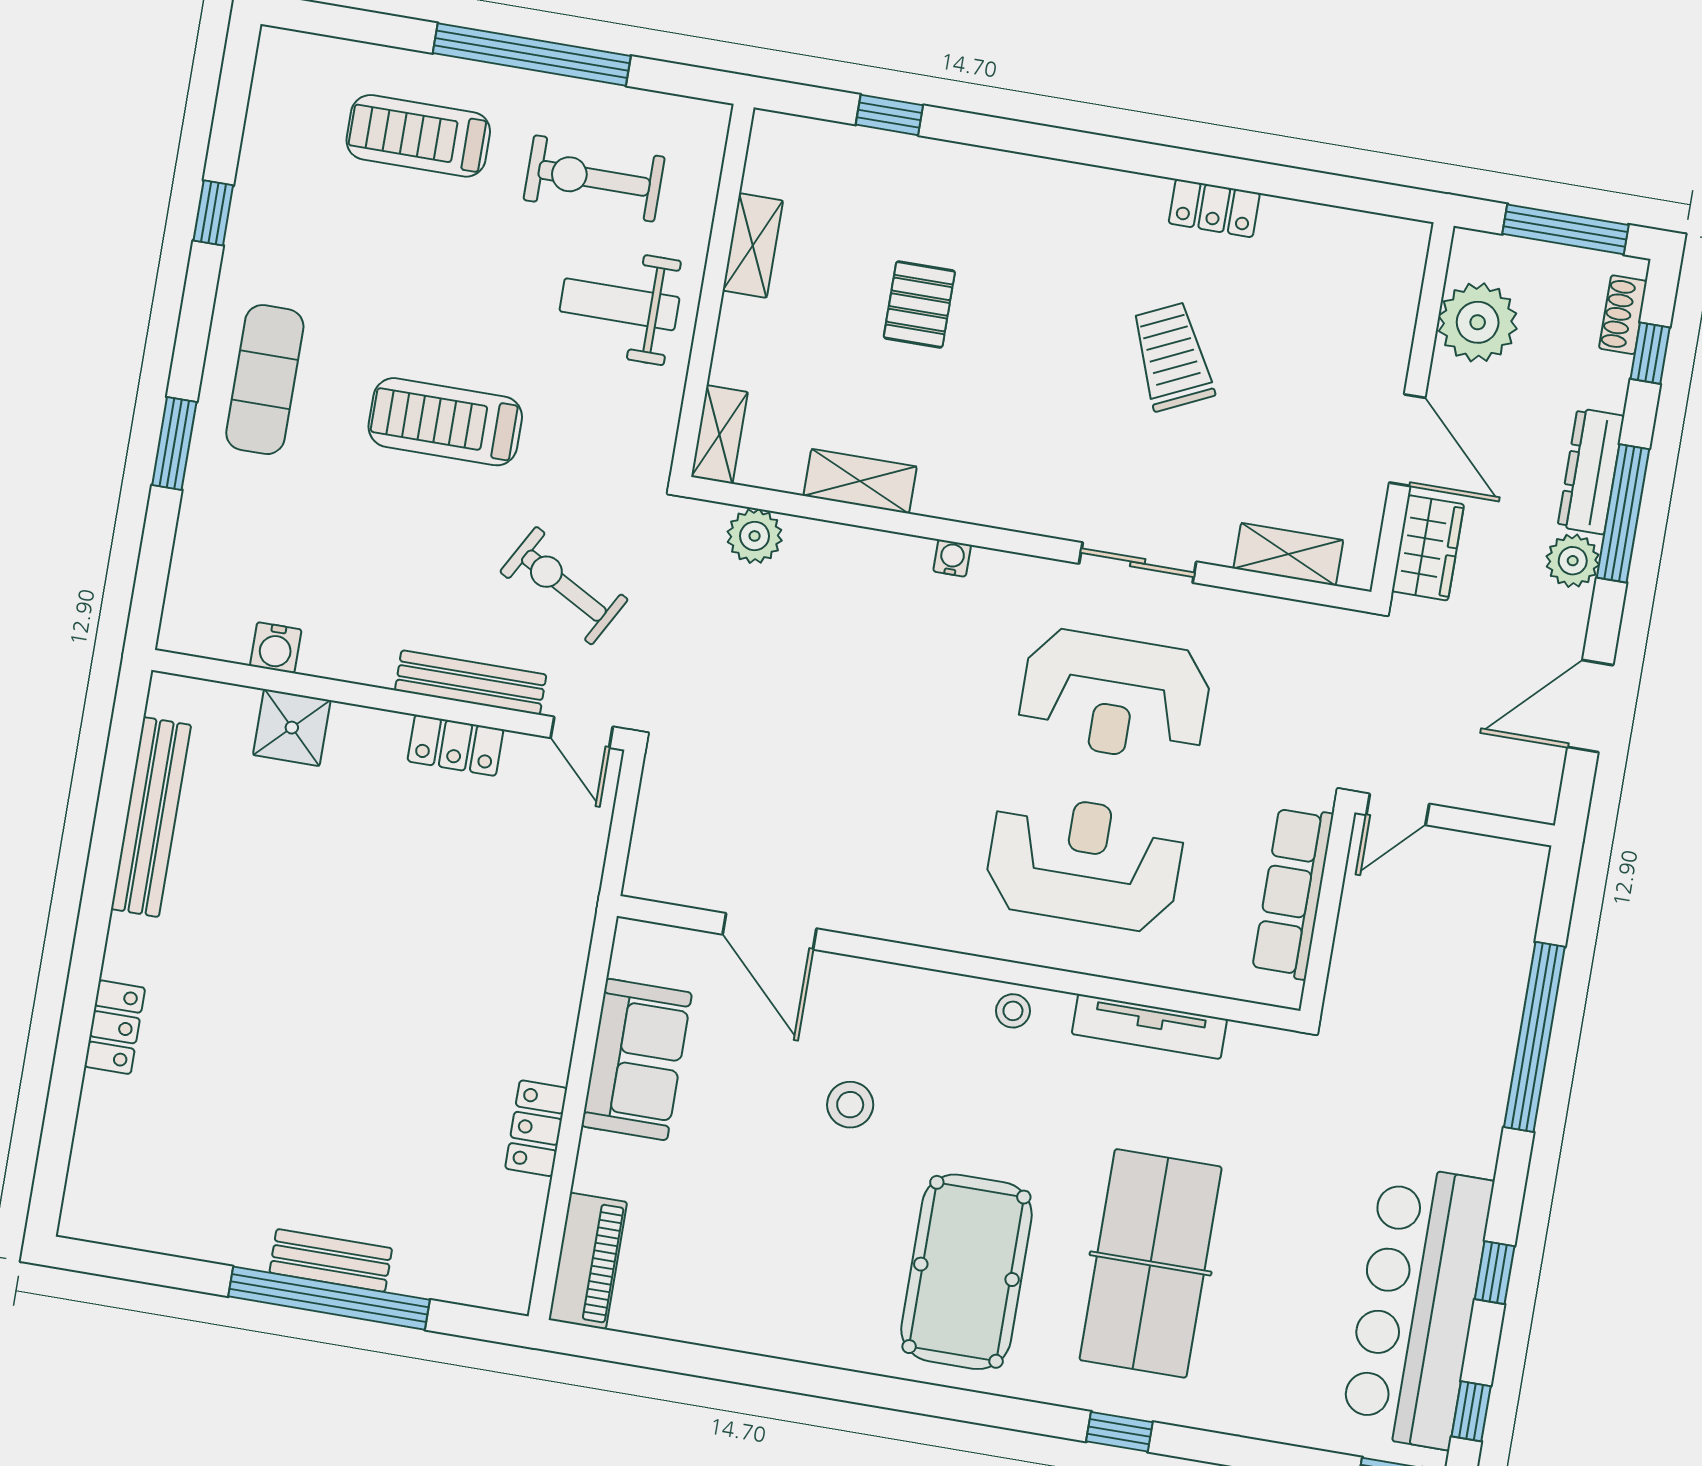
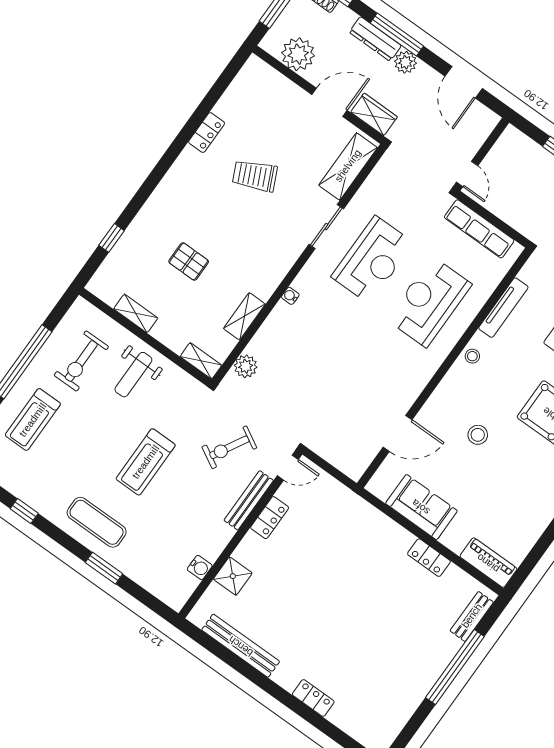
shelving: (1288, 554) -> (348, 166), width x1.50, depth x1.33
bench: (331, 1260) -> (472, 616), moved

